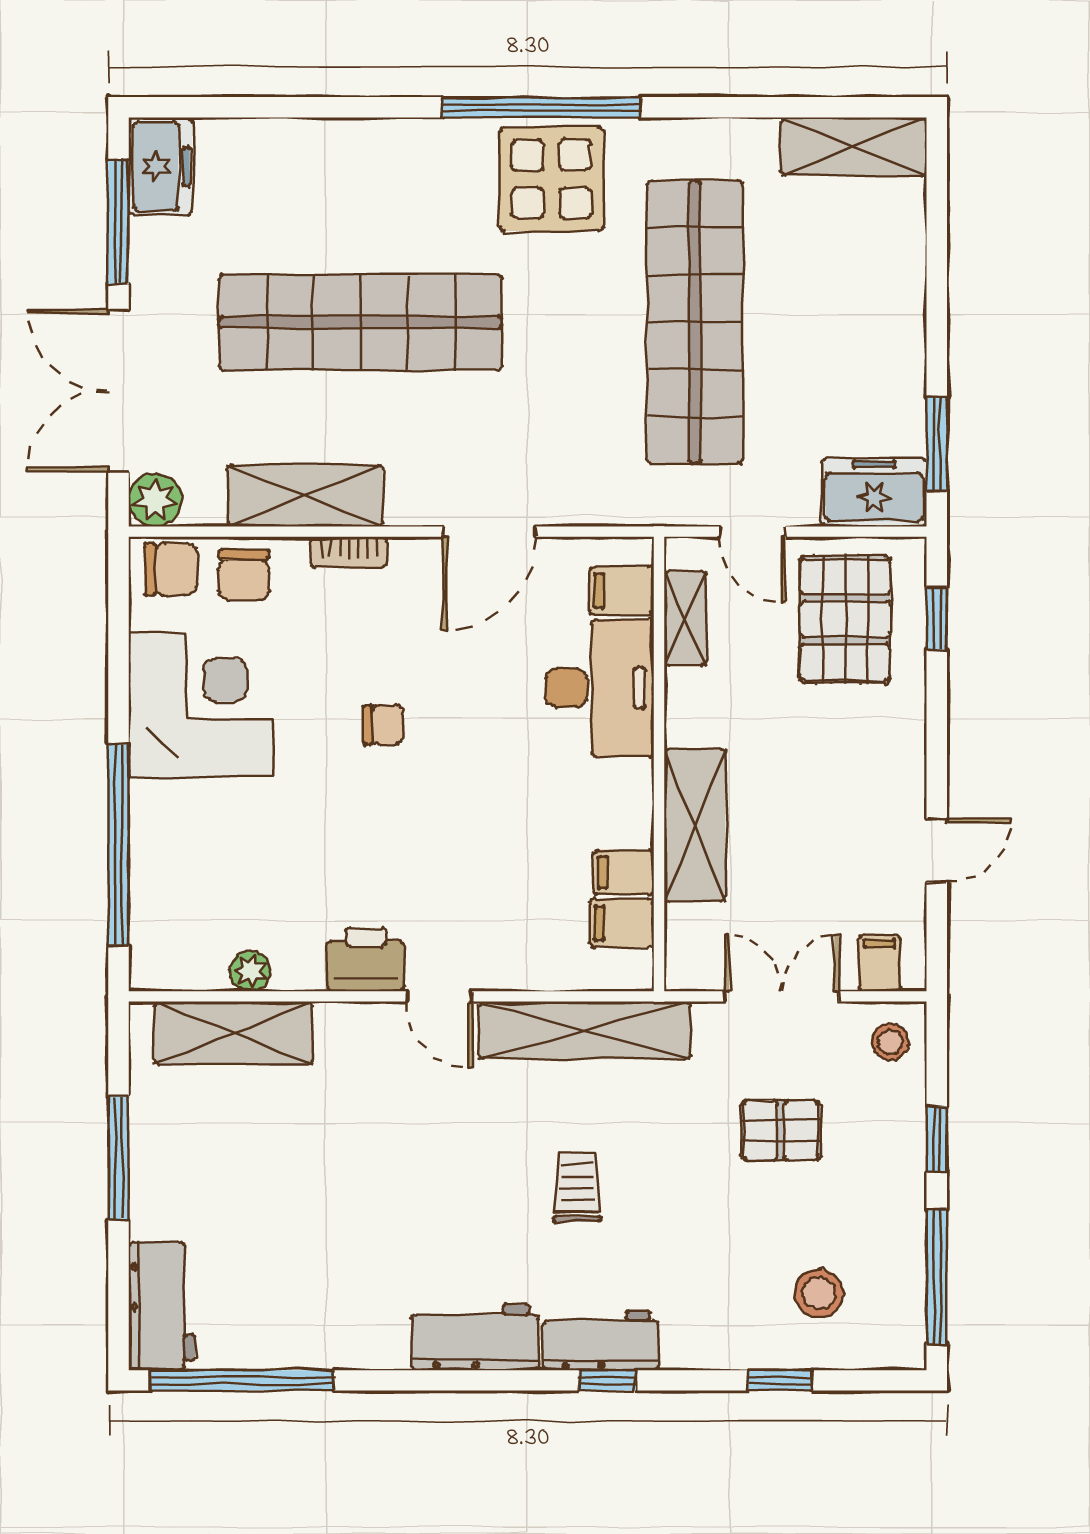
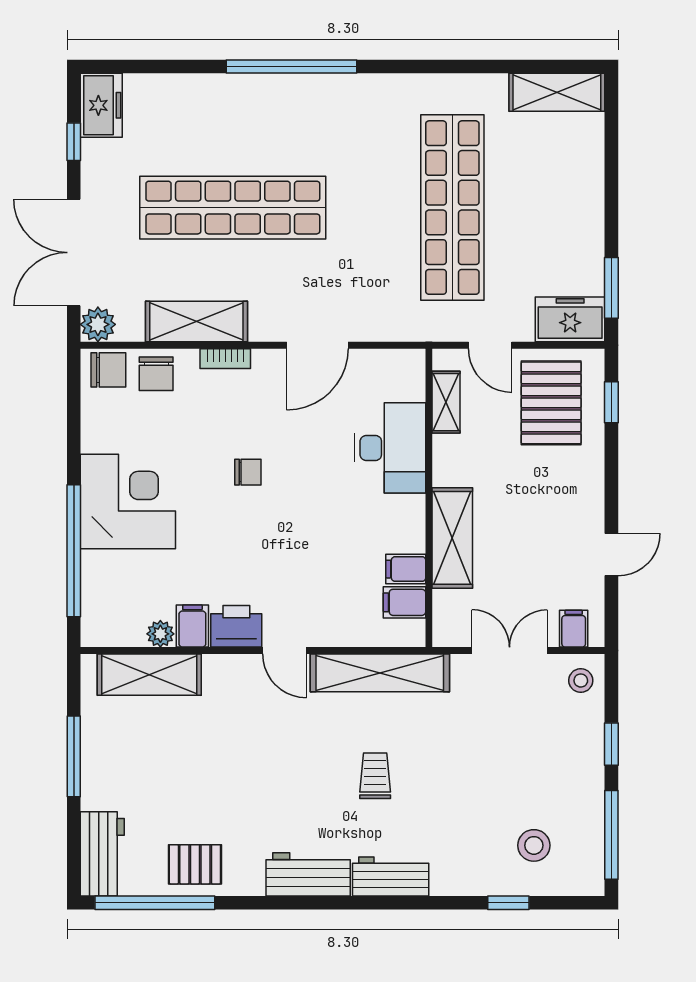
window: (542, 107) -> (292, 67), moved
display table: (551, 179) -> (358, 114), removed
window: (118, 222) -> (74, 142), width x0.46
filing cabinet: (622, 591) -> (192, 626), moved, turned 90
corner desk: (201, 705) -> (128, 502), moved
pallet: (781, 1130) -> (195, 864), moved
window: (607, 1380) -> (395, 903), removed

